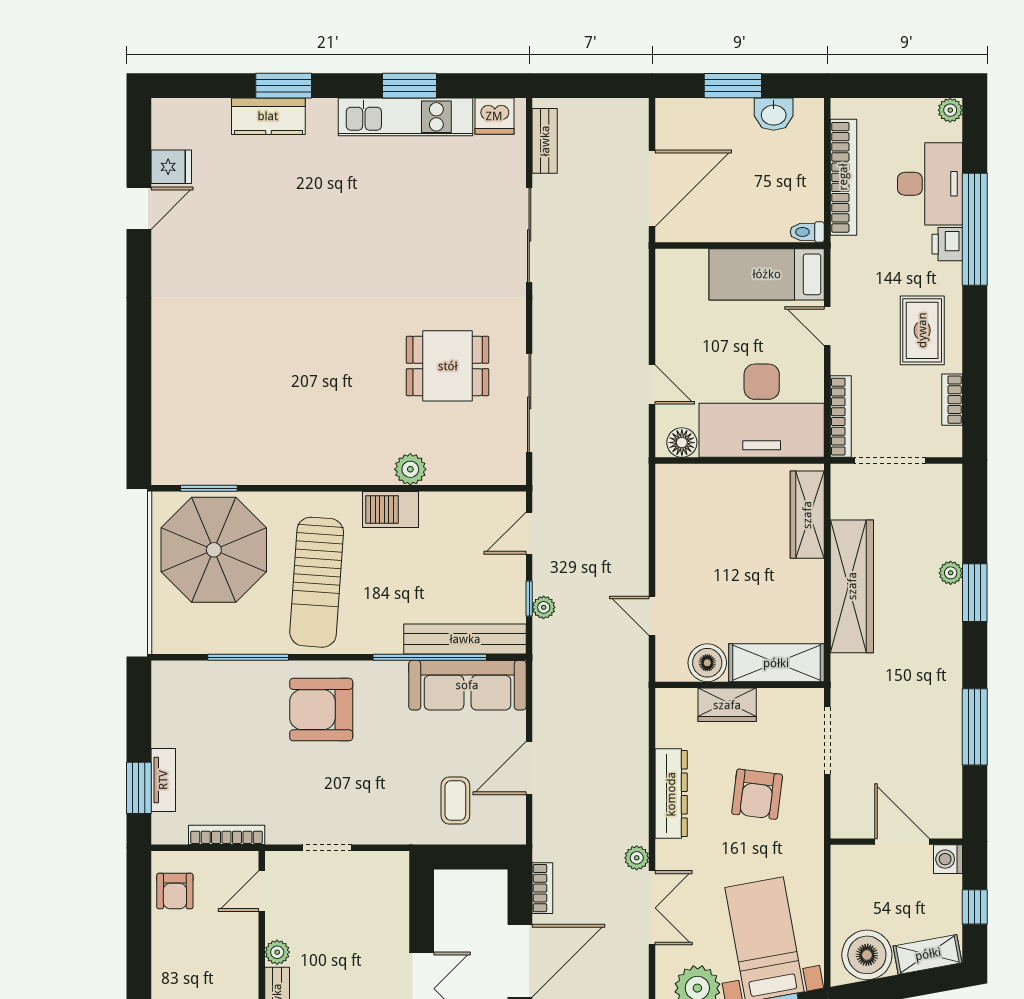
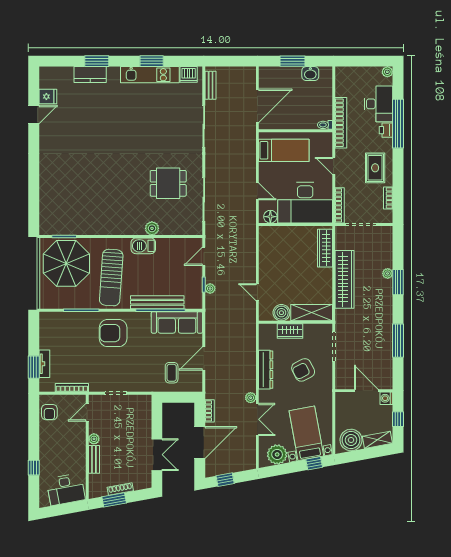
bookcase: (843, 177) -> (341, 123), moved
bed: (767, 274) -> (284, 150), moved, turned 180
bench: (465, 639) -> (157, 302), moved
armchair: (757, 794) -> (303, 370), turned 56

